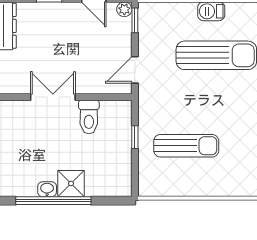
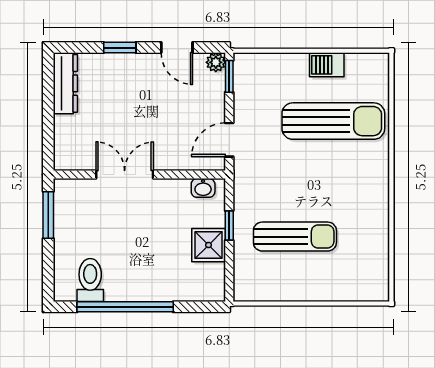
toilet: (89, 117) -> (90, 280), moved, turned 180
shower: (71, 183) -> (209, 245), moved
washbasin: (47, 189) -> (203, 188), moved, turned 180

